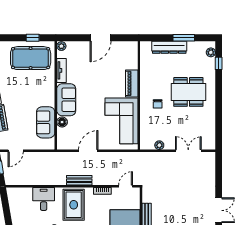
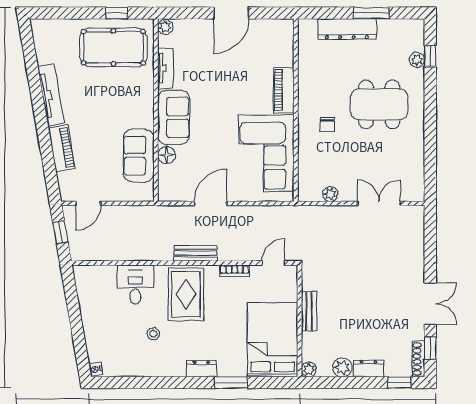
plant: (211, 52) -> (417, 60), moved

